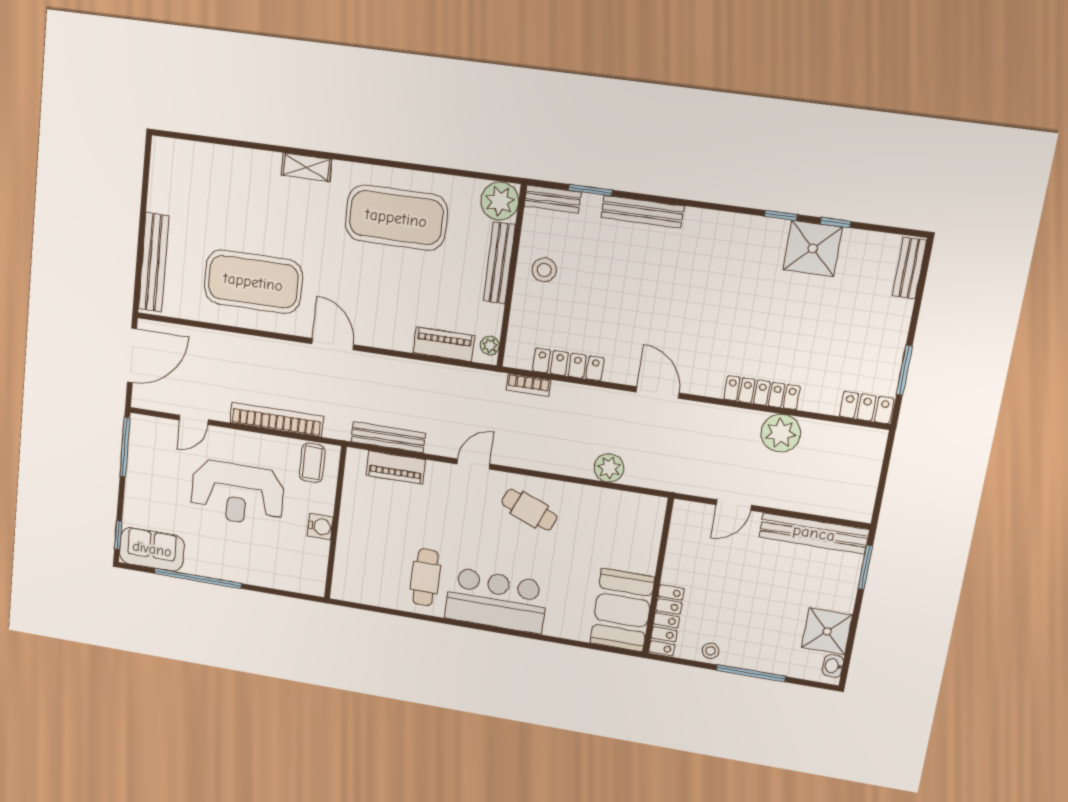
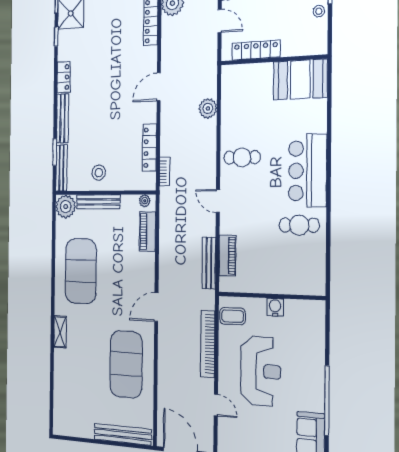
bench: (553, 199) -> (61, 168), width x1.36
locker: (710, 222) -> (64, 77), added
cafe table: (529, 510) -> (242, 157), turned 68
locker: (666, 620) -> (256, 50), moved

